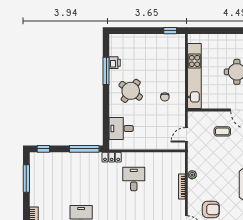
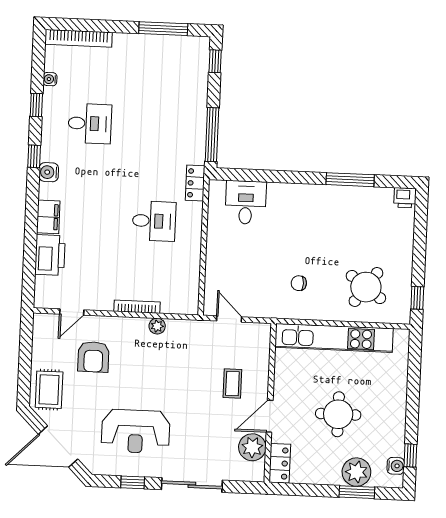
printer: (115, 63) -> (405, 198), moved
round table: (131, 91) -> (366, 287), moved

